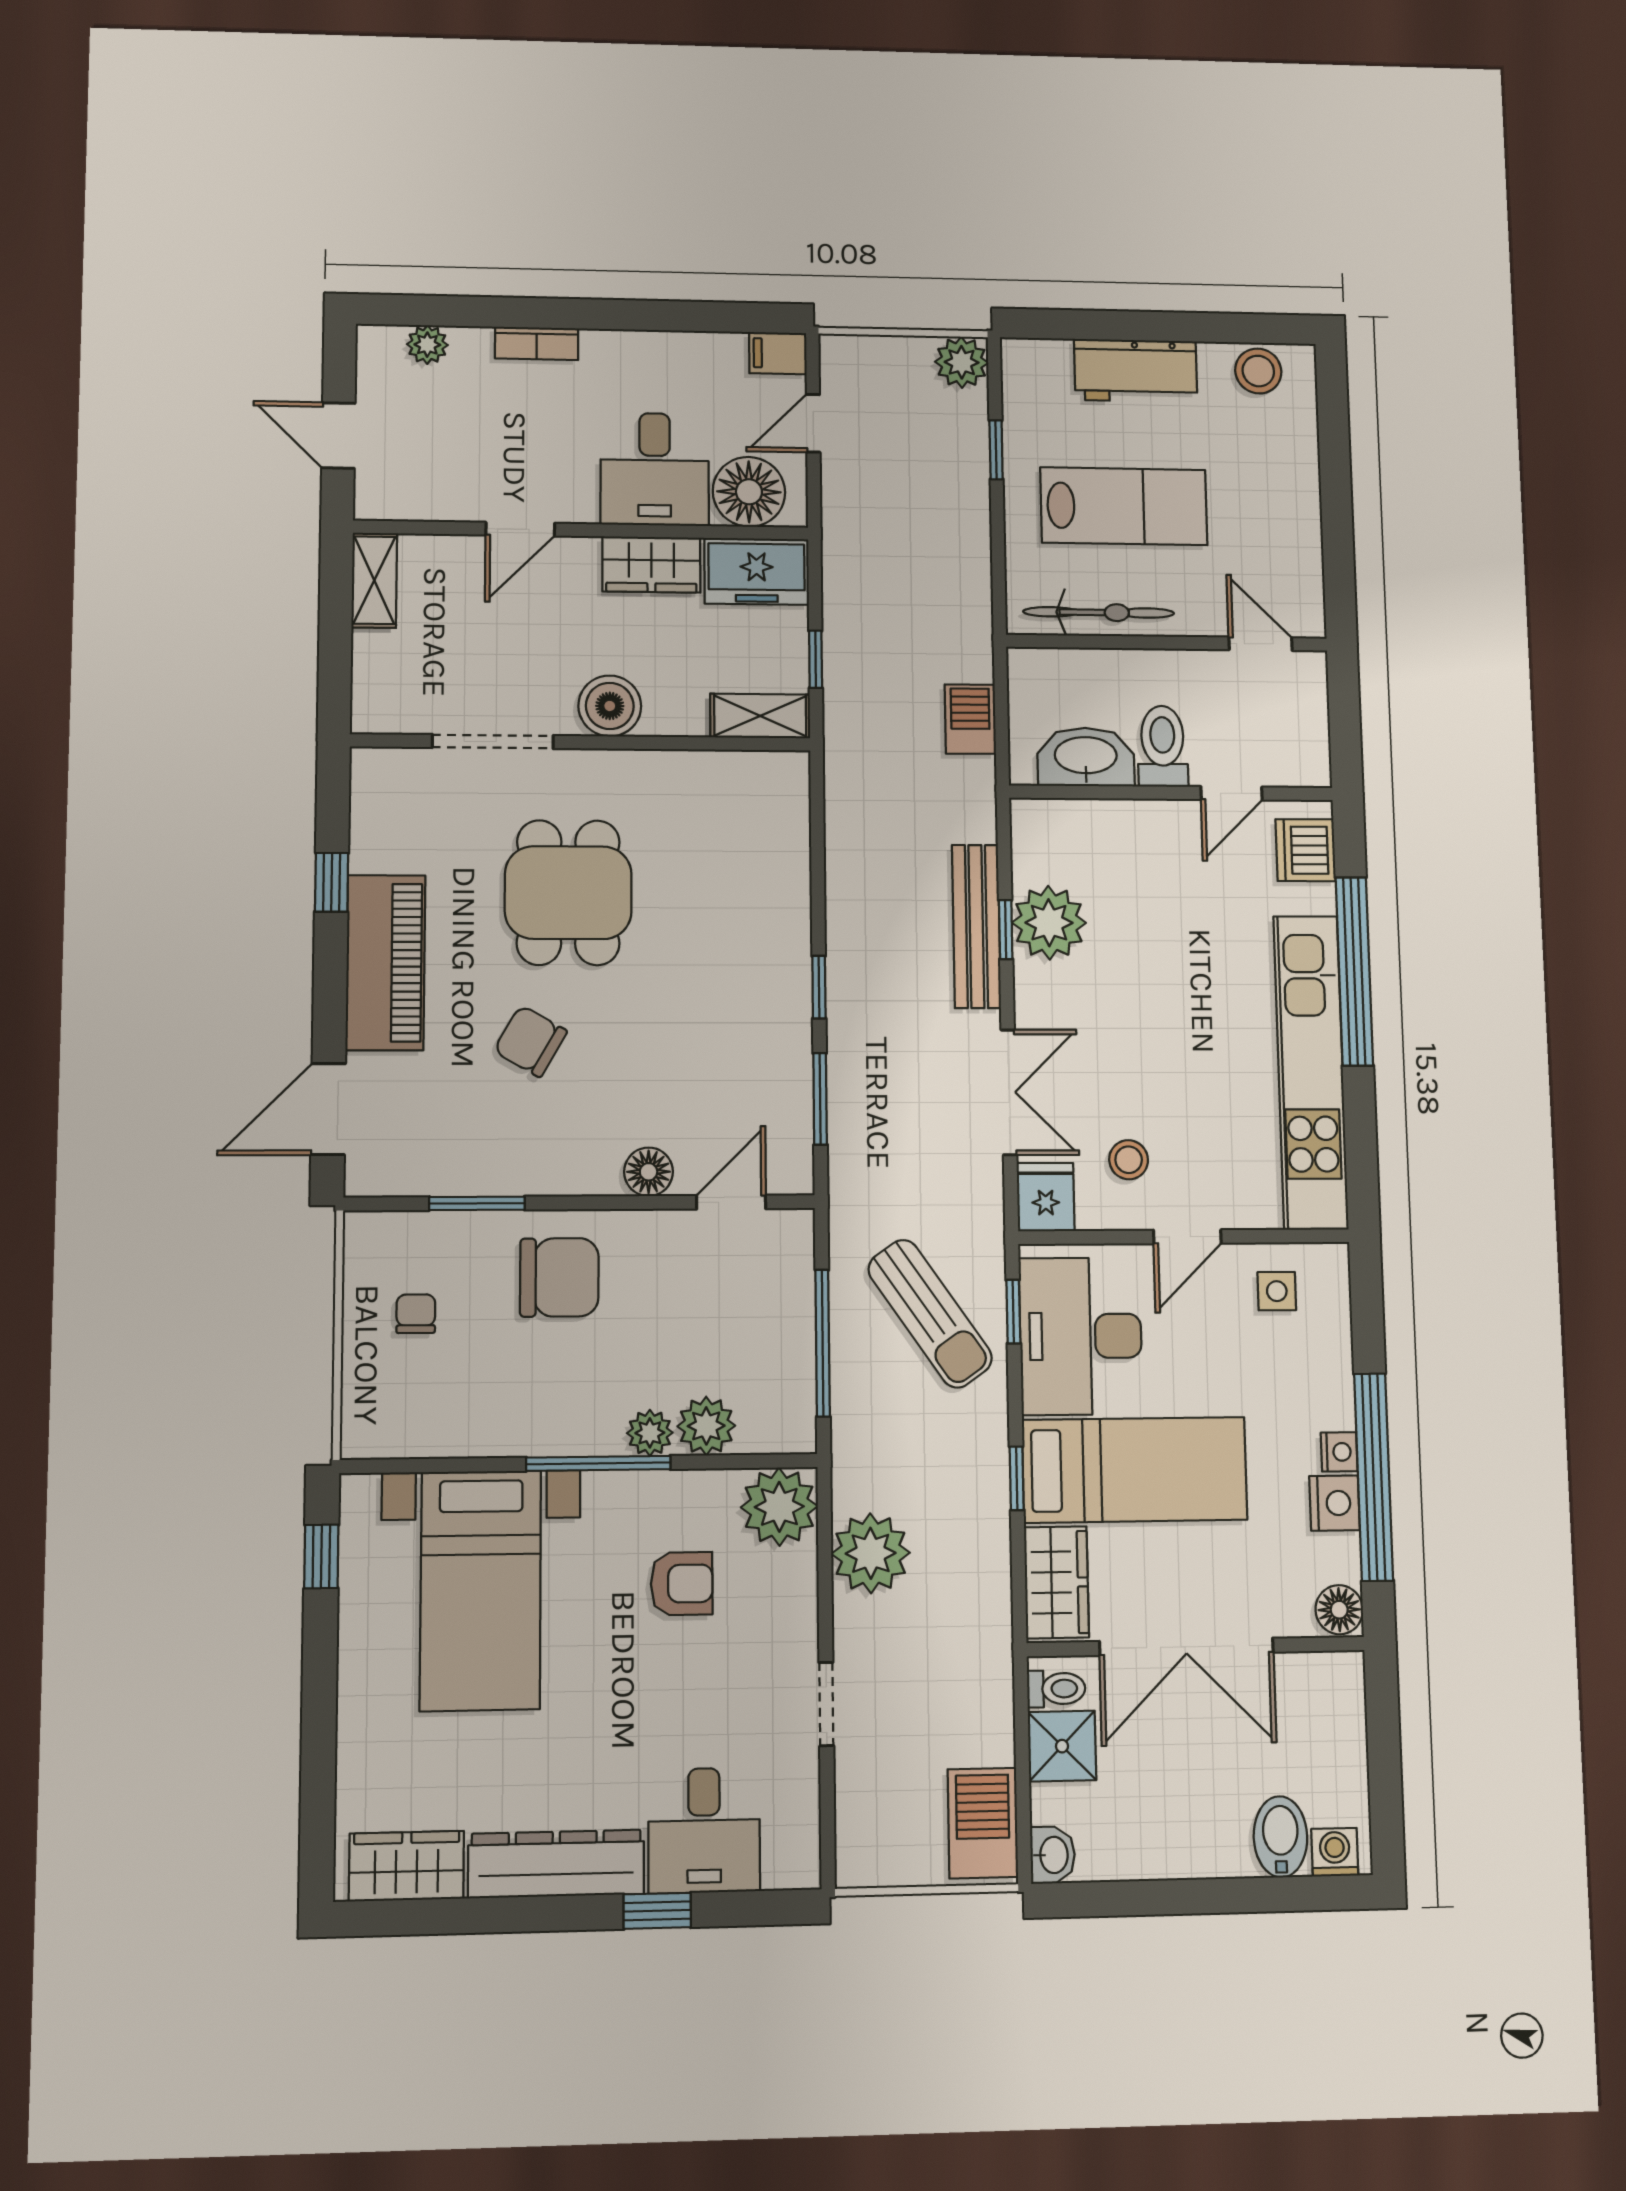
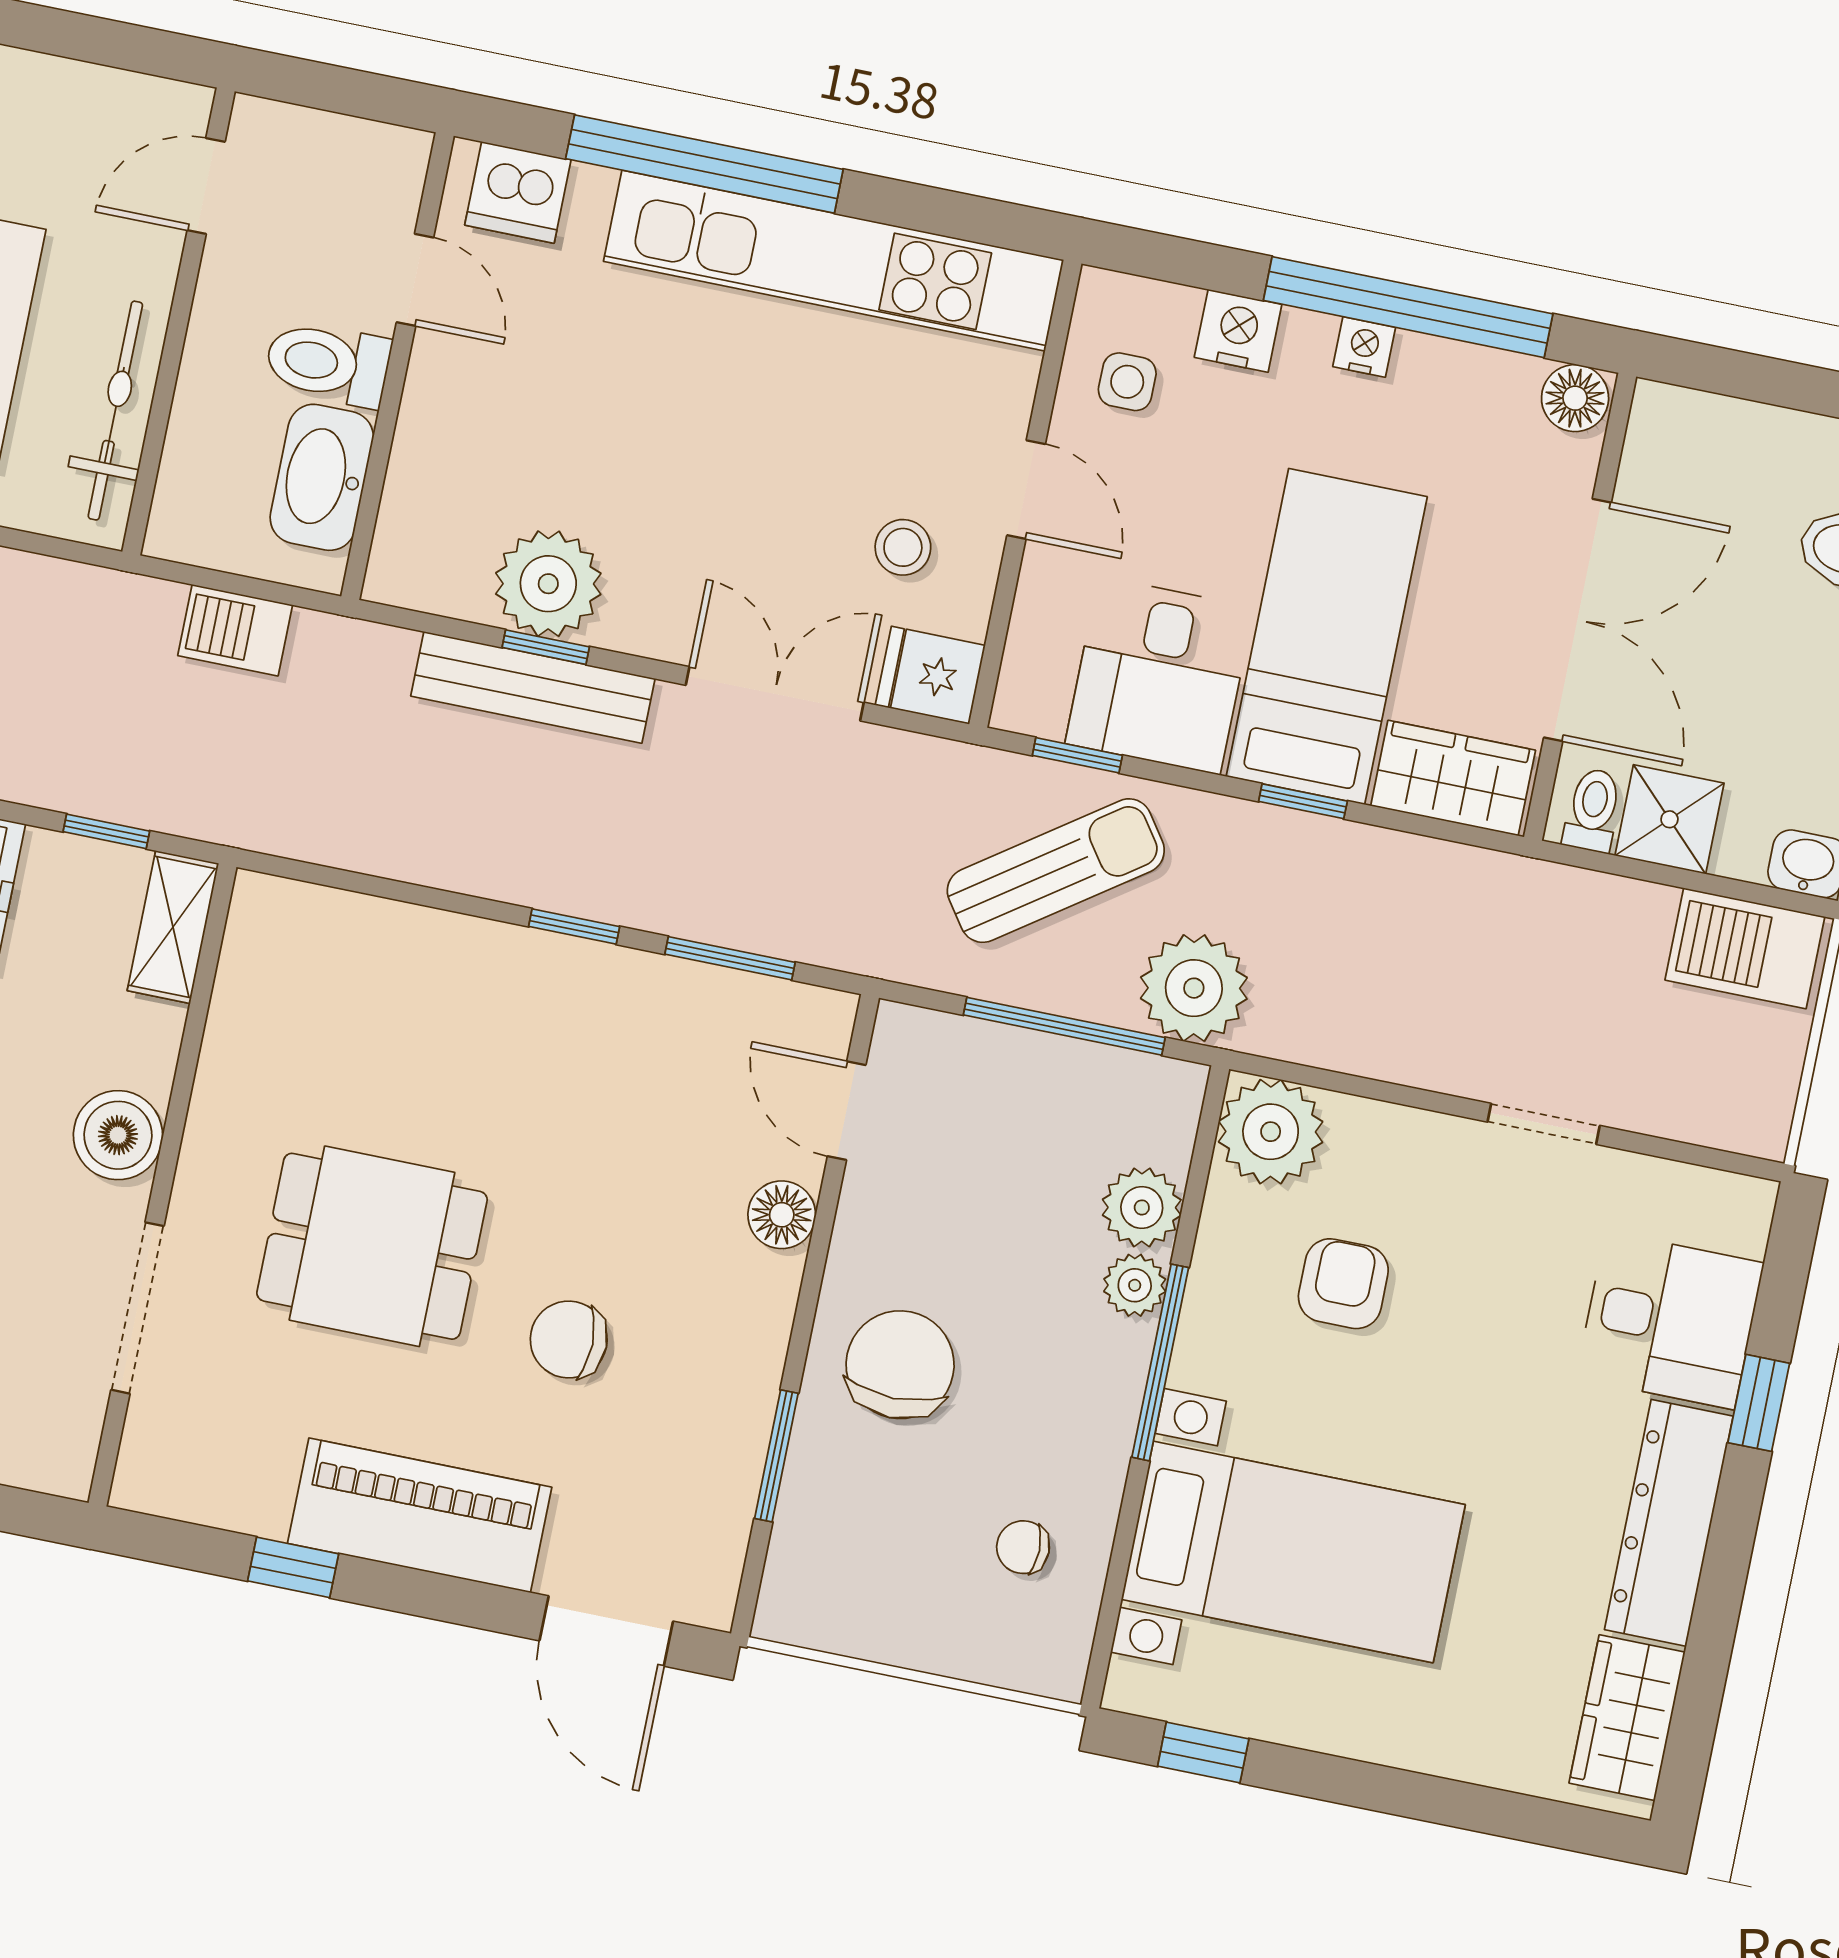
chair: (530, 1041) -> (569, 1340), turned 60
chair: (416, 1314) -> (1023, 1547), moved
desk: (1081, 1336) -> (1159, 675), width x0.73
nightstand: (1335, 1503) -> (1238, 331), moved
plant: (871, 1553) -> (1194, 988), moved

